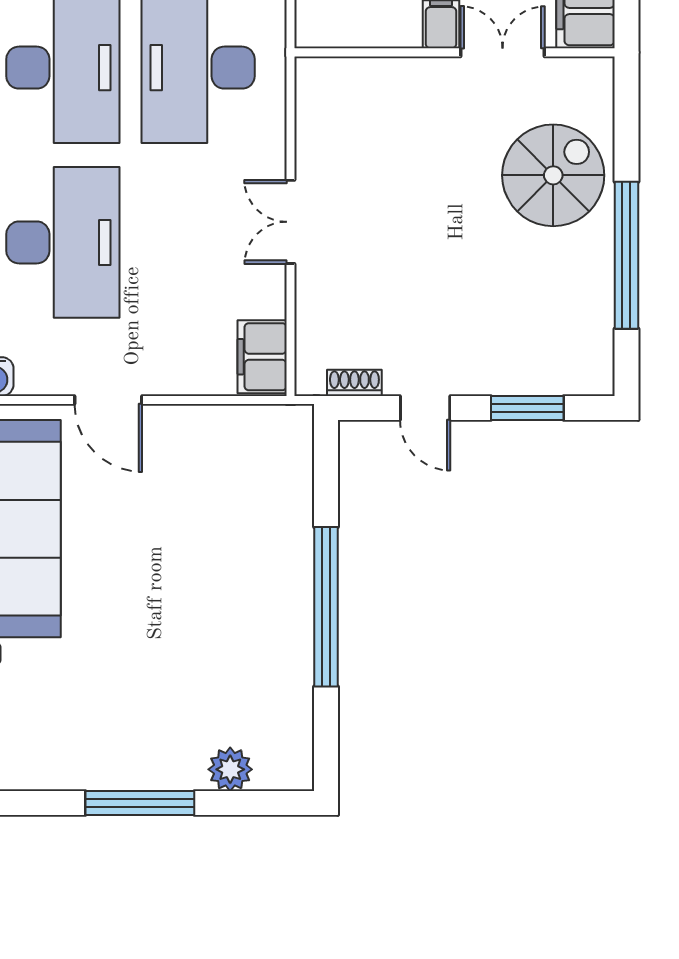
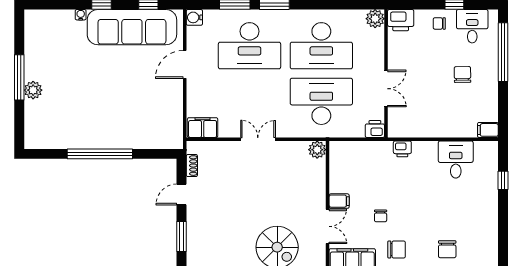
plant: (316, 78) -> (317, 150), added
plant: (230, 769) -> (33, 90), moved

